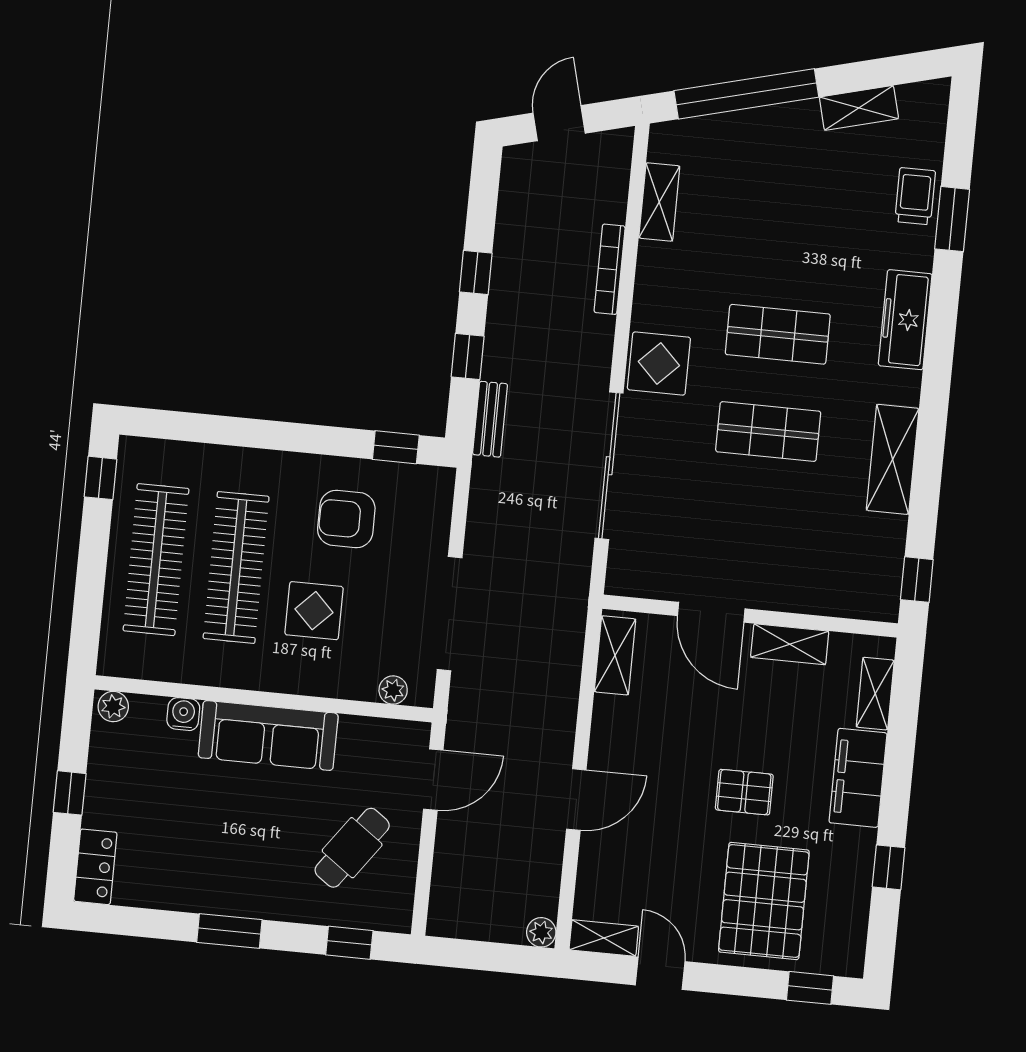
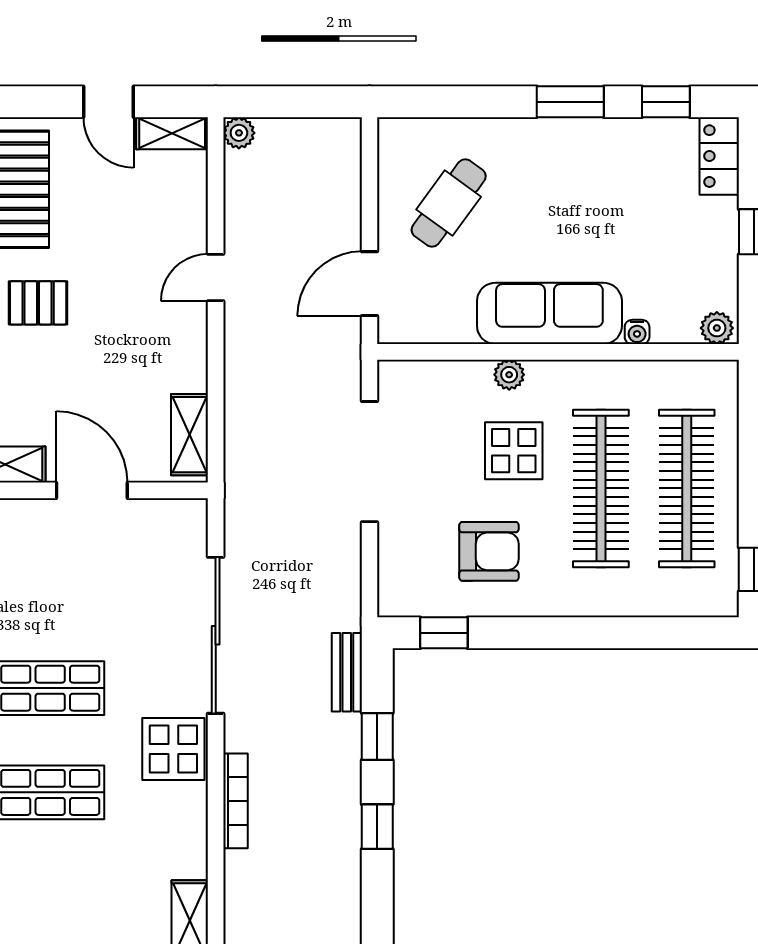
bookcase: (610, 269) -> (235, 801), moved
plant: (393, 690) -> (509, 375), moved
water cooler: (183, 714) -> (637, 332), width x0.72, depth x0.72
door: (576, 800) -> (216, 278), width x0.73
window: (349, 943) -> (666, 102), moved

